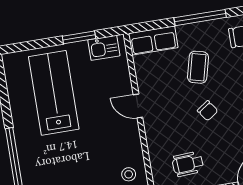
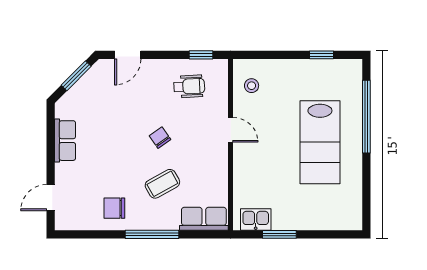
coffee table: (198, 67) -> (162, 184), turned 47
lab bench: (54, 93) -> (320, 142), moved
door: (138, 106) -> (231, 130), moved

